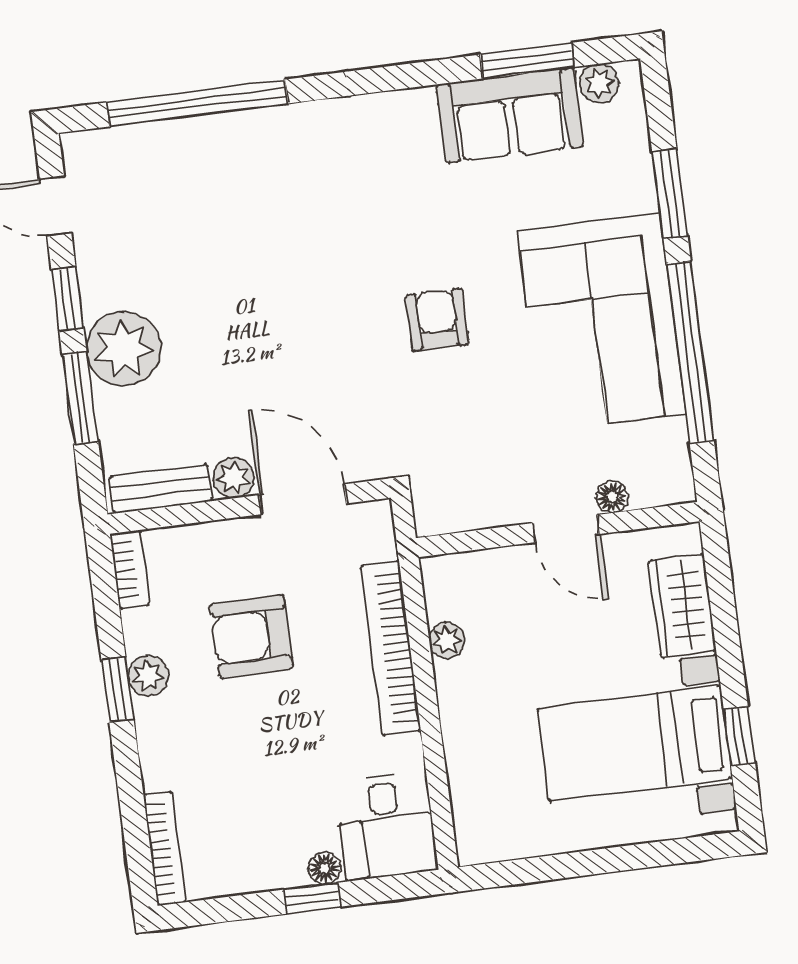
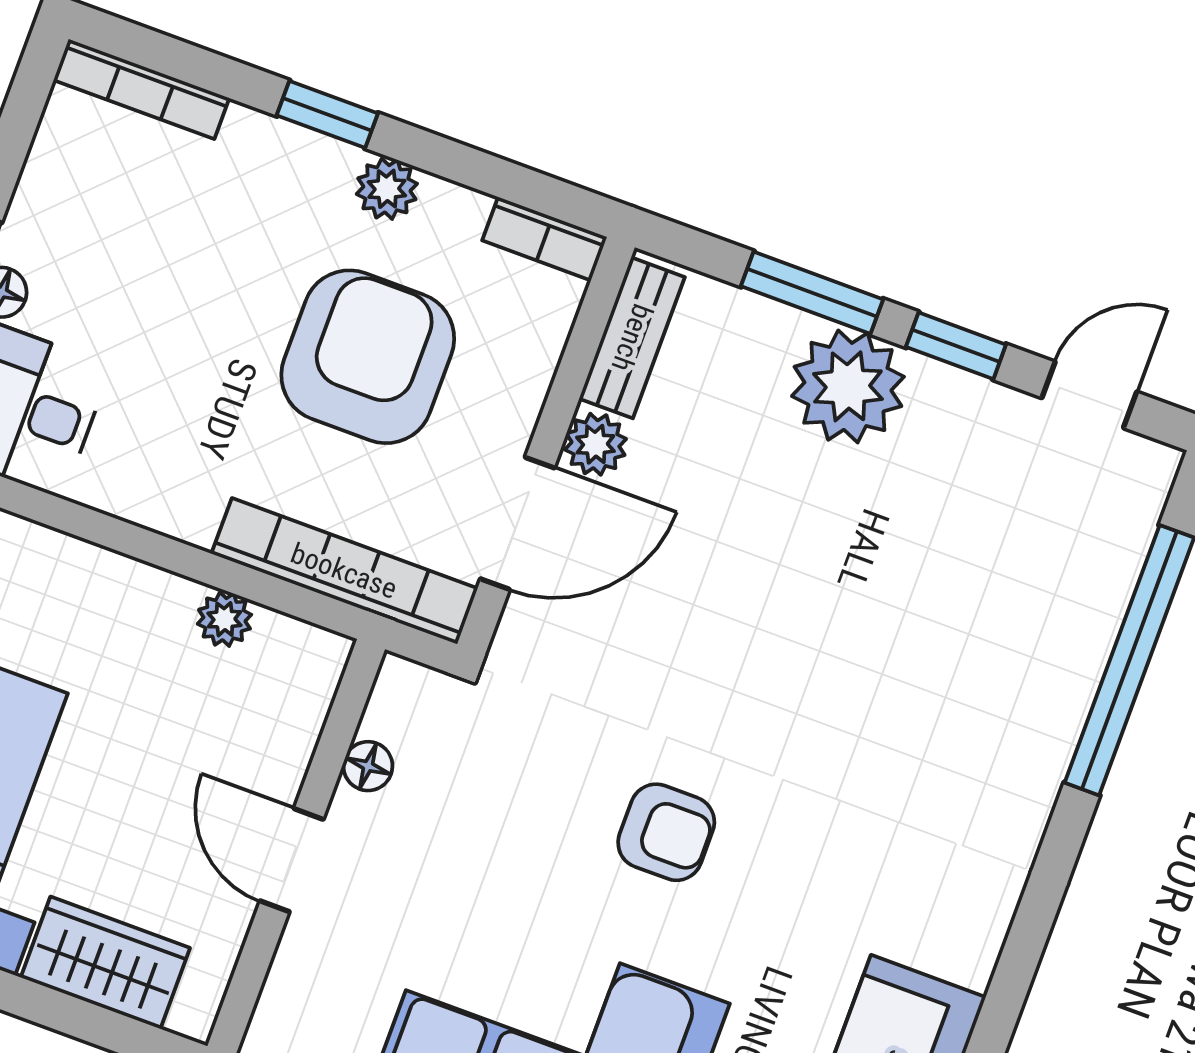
floor lamp: (612, 497) -> (368, 766), moved
door: (566, 529) -> (292, 860), hinge flipped
armchair: (251, 636) -> (368, 357), width x1.36, depth x1.36
bookcase: (391, 648) -> (344, 571), moved
window: (117, 689) -> (327, 114), moved

